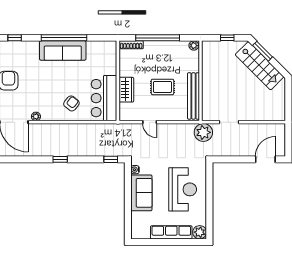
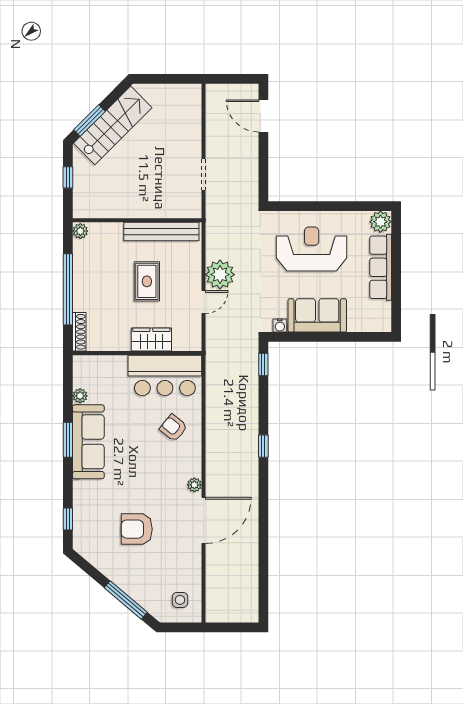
window: (64, 38) -> (68, 440), width x0.47
plant: (91, 45) -> (80, 396), added
plant: (203, 132) -> (220, 275), moved

